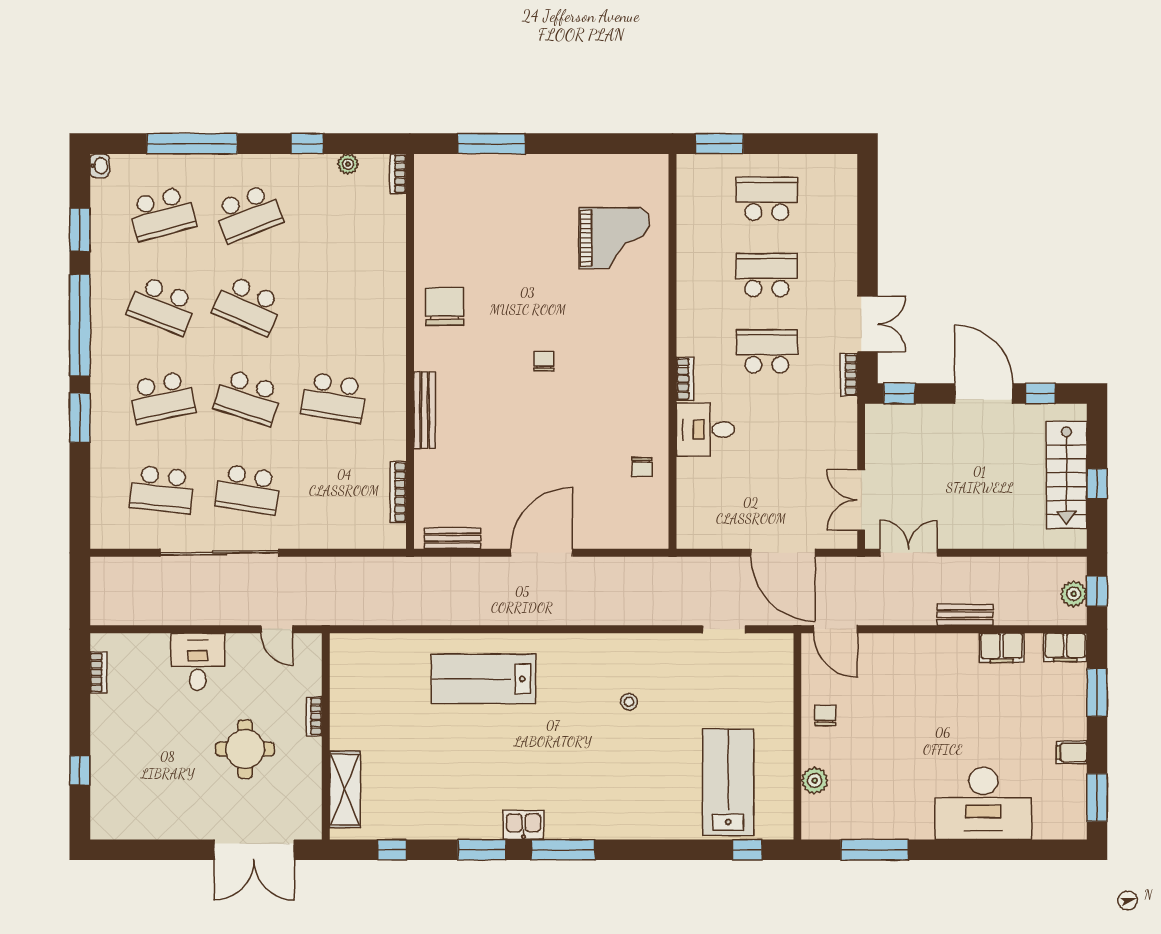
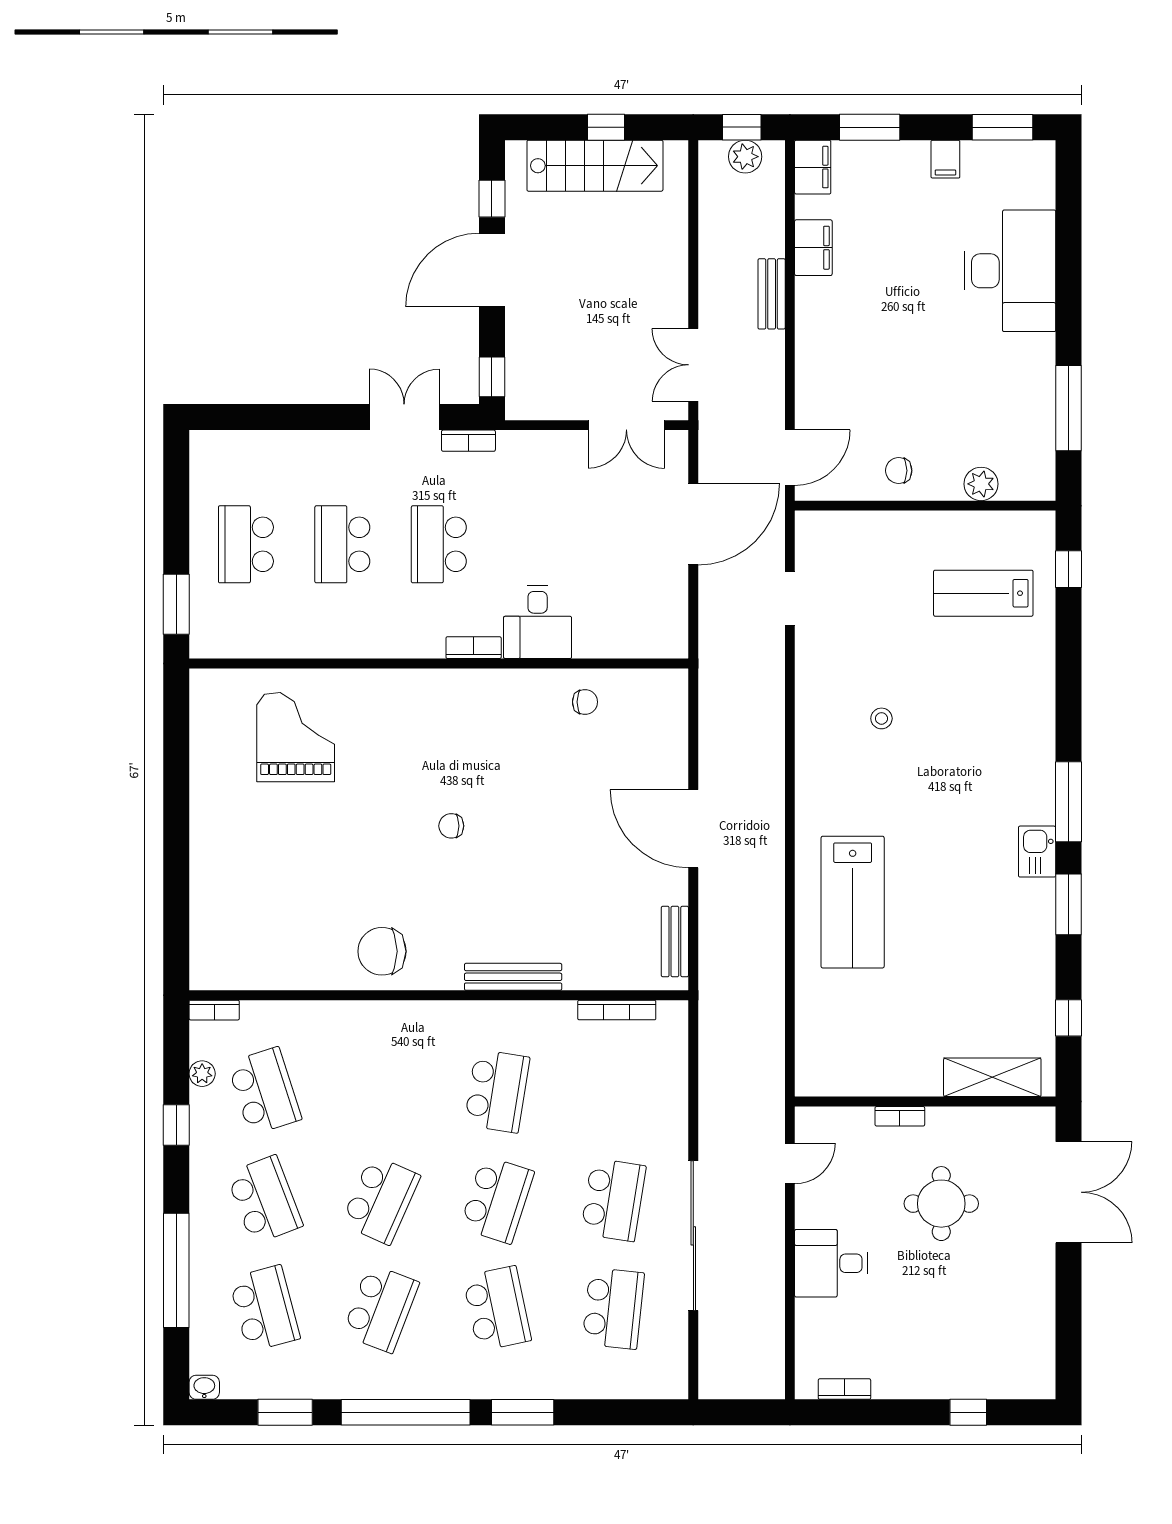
window: (491, 144) -> (176, 893), removed
school desk: (334, 213) -> (264, 1091), added
lab bench: (728, 782) -> (983, 593), width x0.73, depth x0.72

